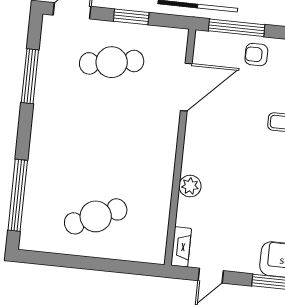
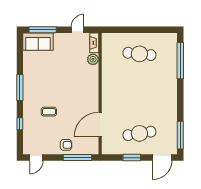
window: (30, 76) -> (180, 135), moved
plant: (190, 186) -> (93, 59), moved
cafe table: (96, 216) -> (139, 54), turned 30

